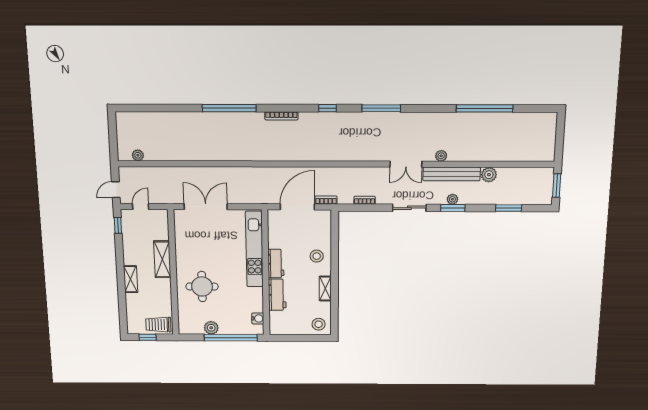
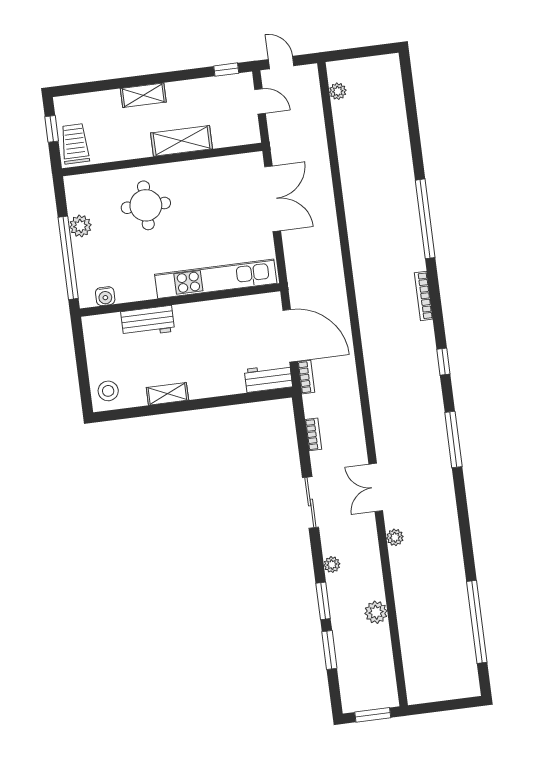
window: (485, 108) -> (477, 622), moved
bench: (452, 174) -> (370, 557), removed
window: (453, 208) -> (323, 601), moved
stool: (317, 256) -> (217, 374), removed
workbench: (276, 264) -> (268, 378), moved, turned 180

